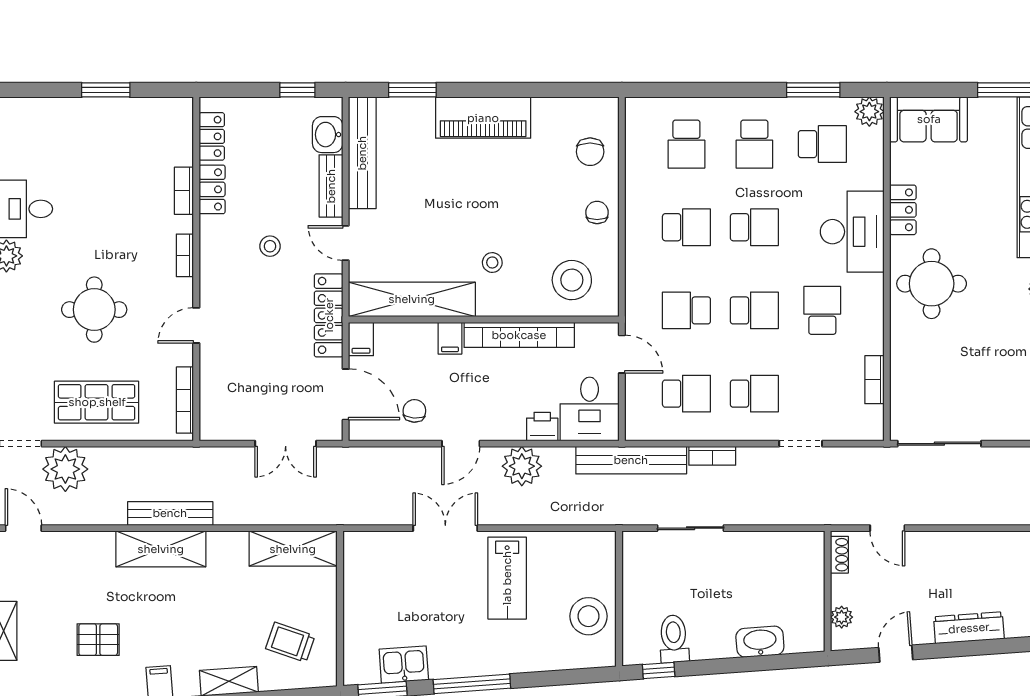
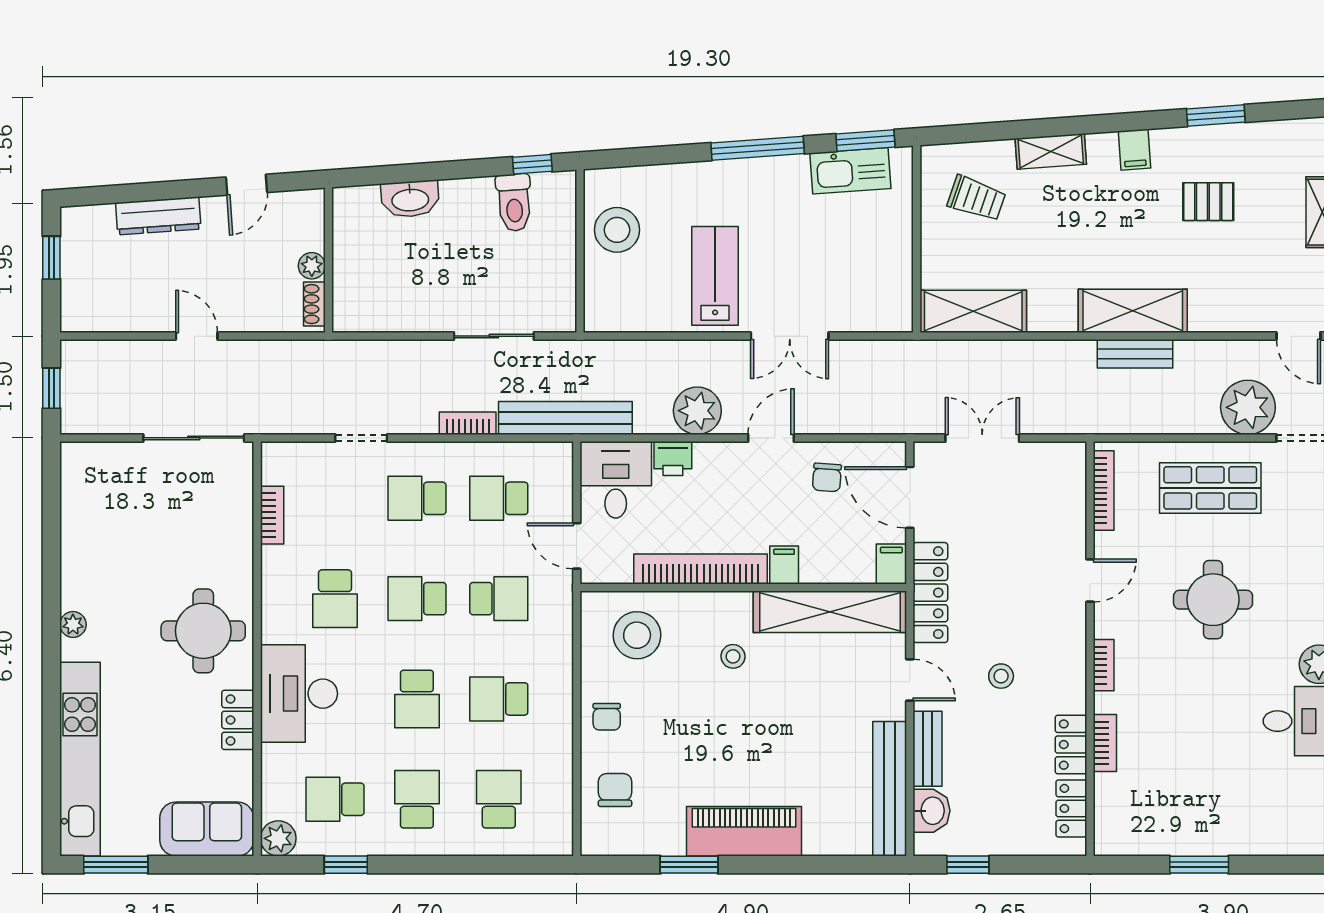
window: (412, 90) -> (689, 865), moved
window: (813, 90) -> (346, 865), width x0.67
school desk: (754, 227) -> (417, 699), turned -90
bench: (170, 513) -> (1135, 354), width x0.73
door: (887, 528) -> (197, 336), moved
plant: (842, 617) -> (312, 266), moved
kitchen sink: (404, 665) -> (850, 171), width x1.38

